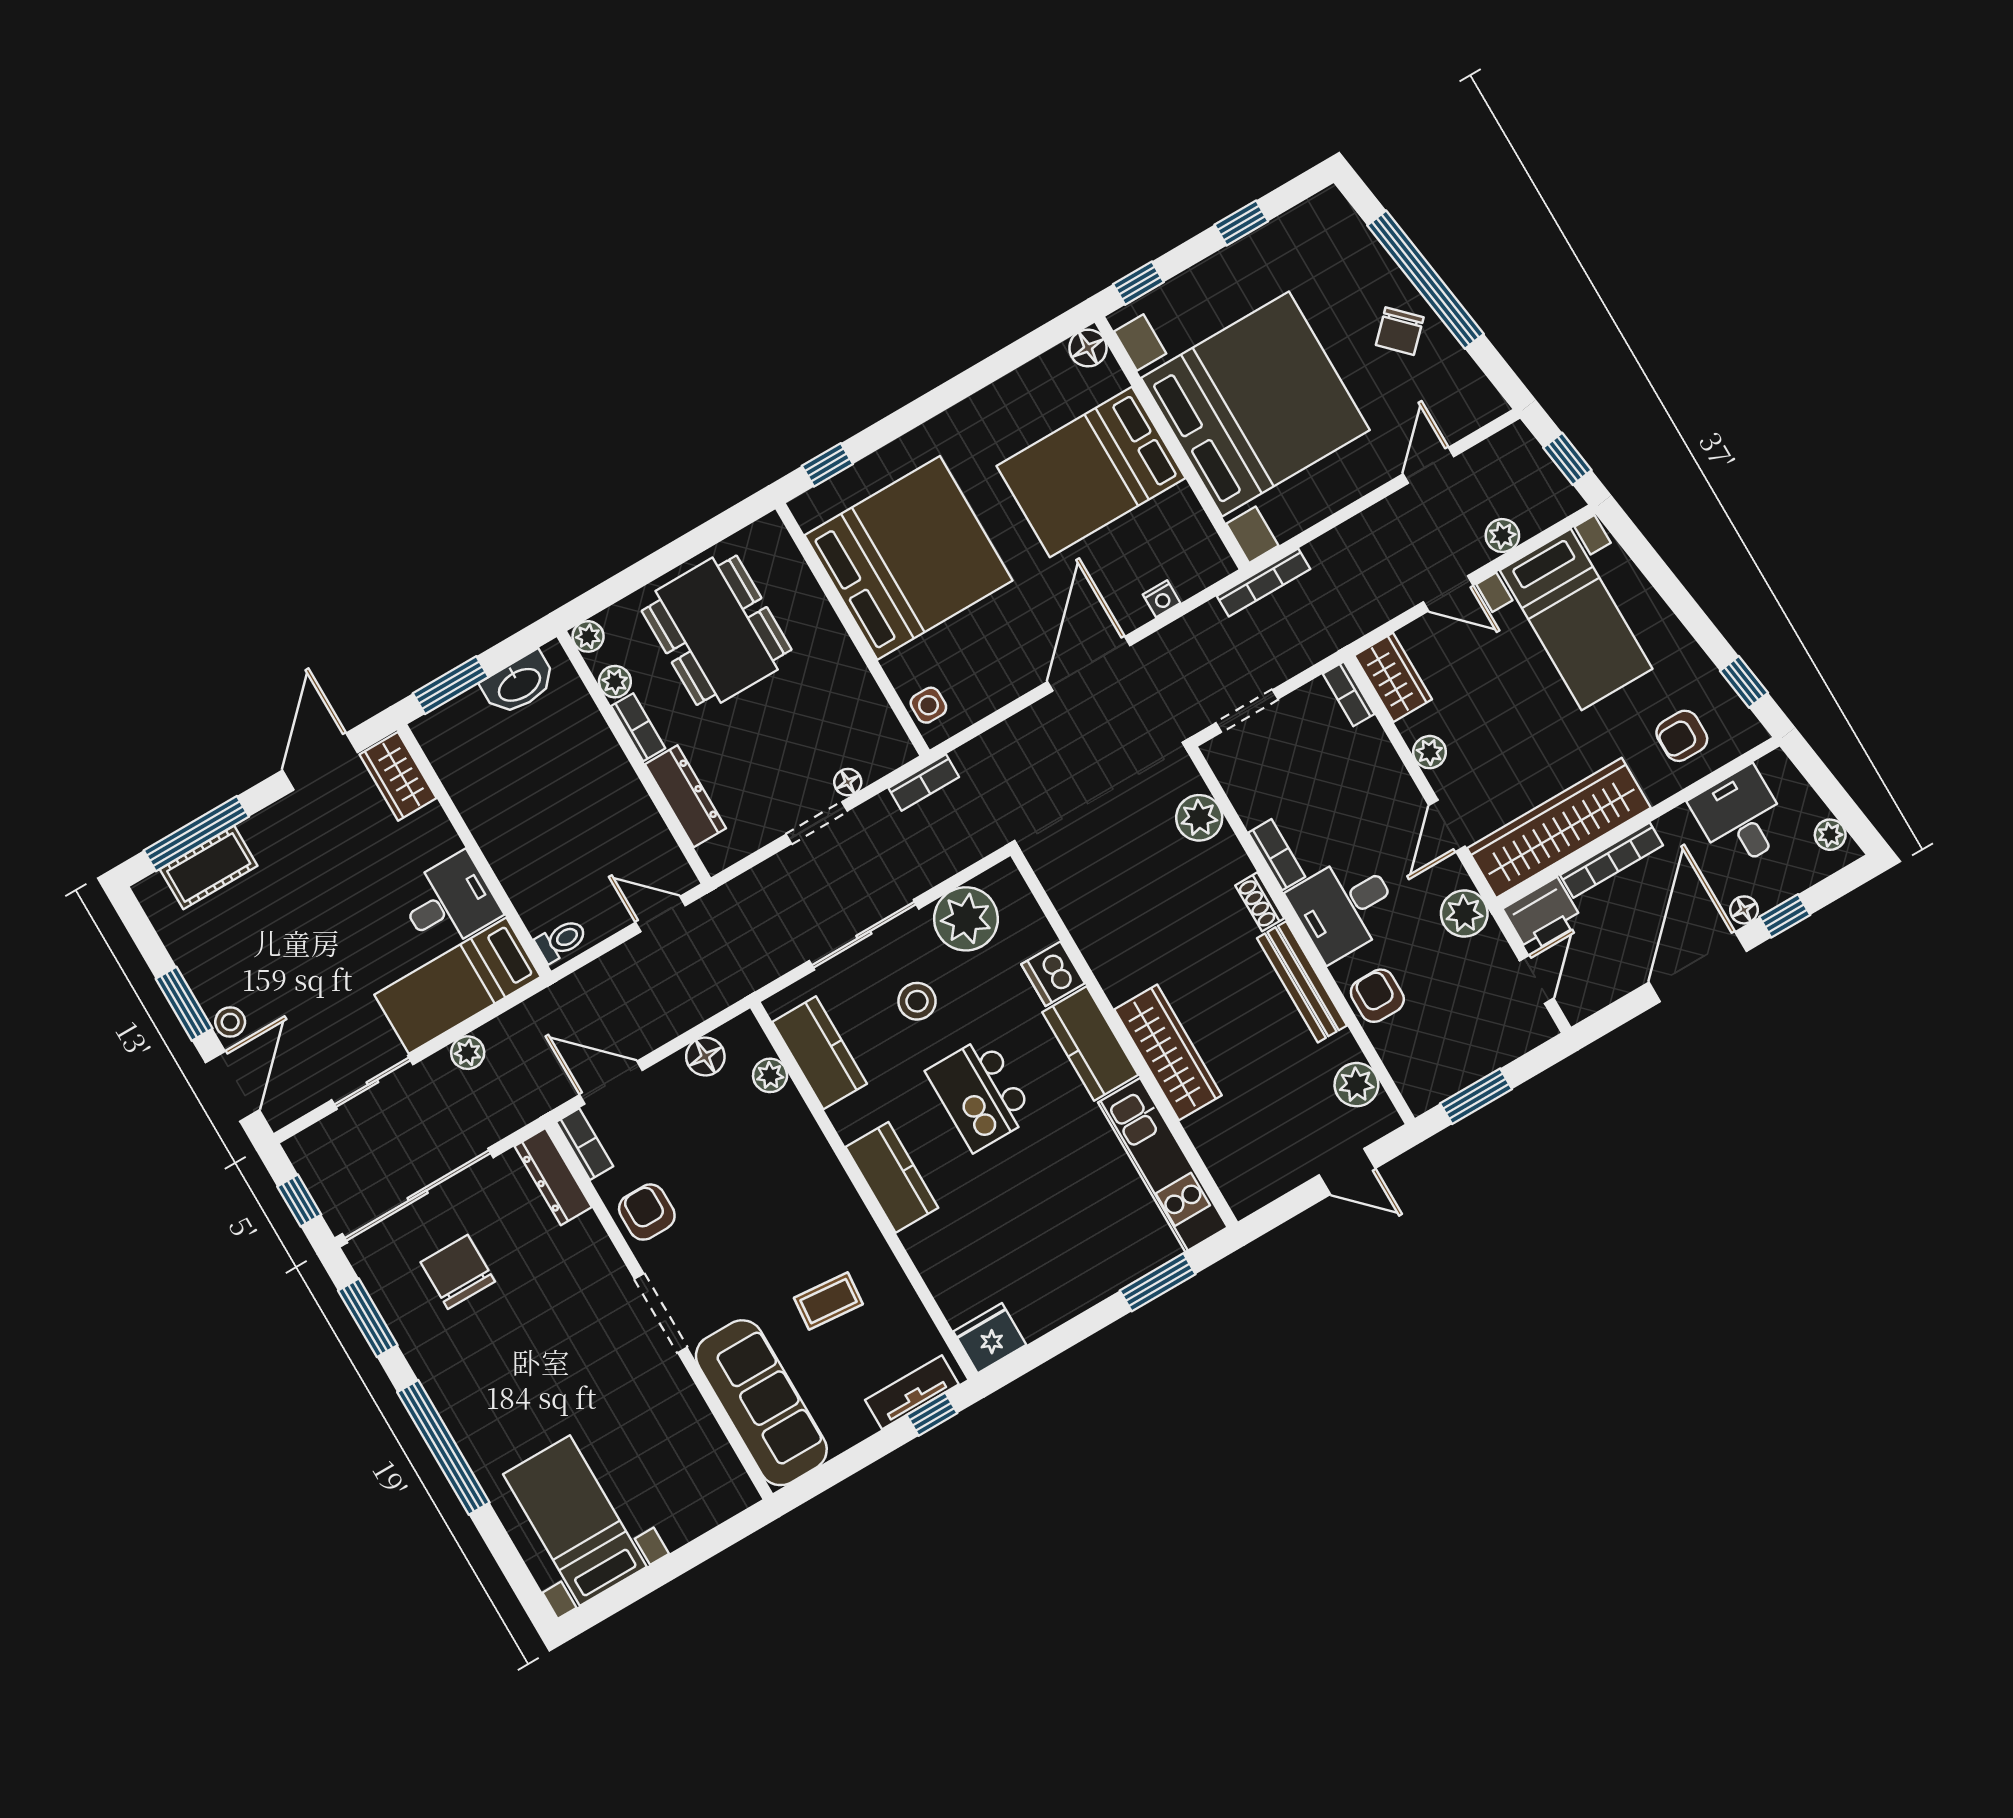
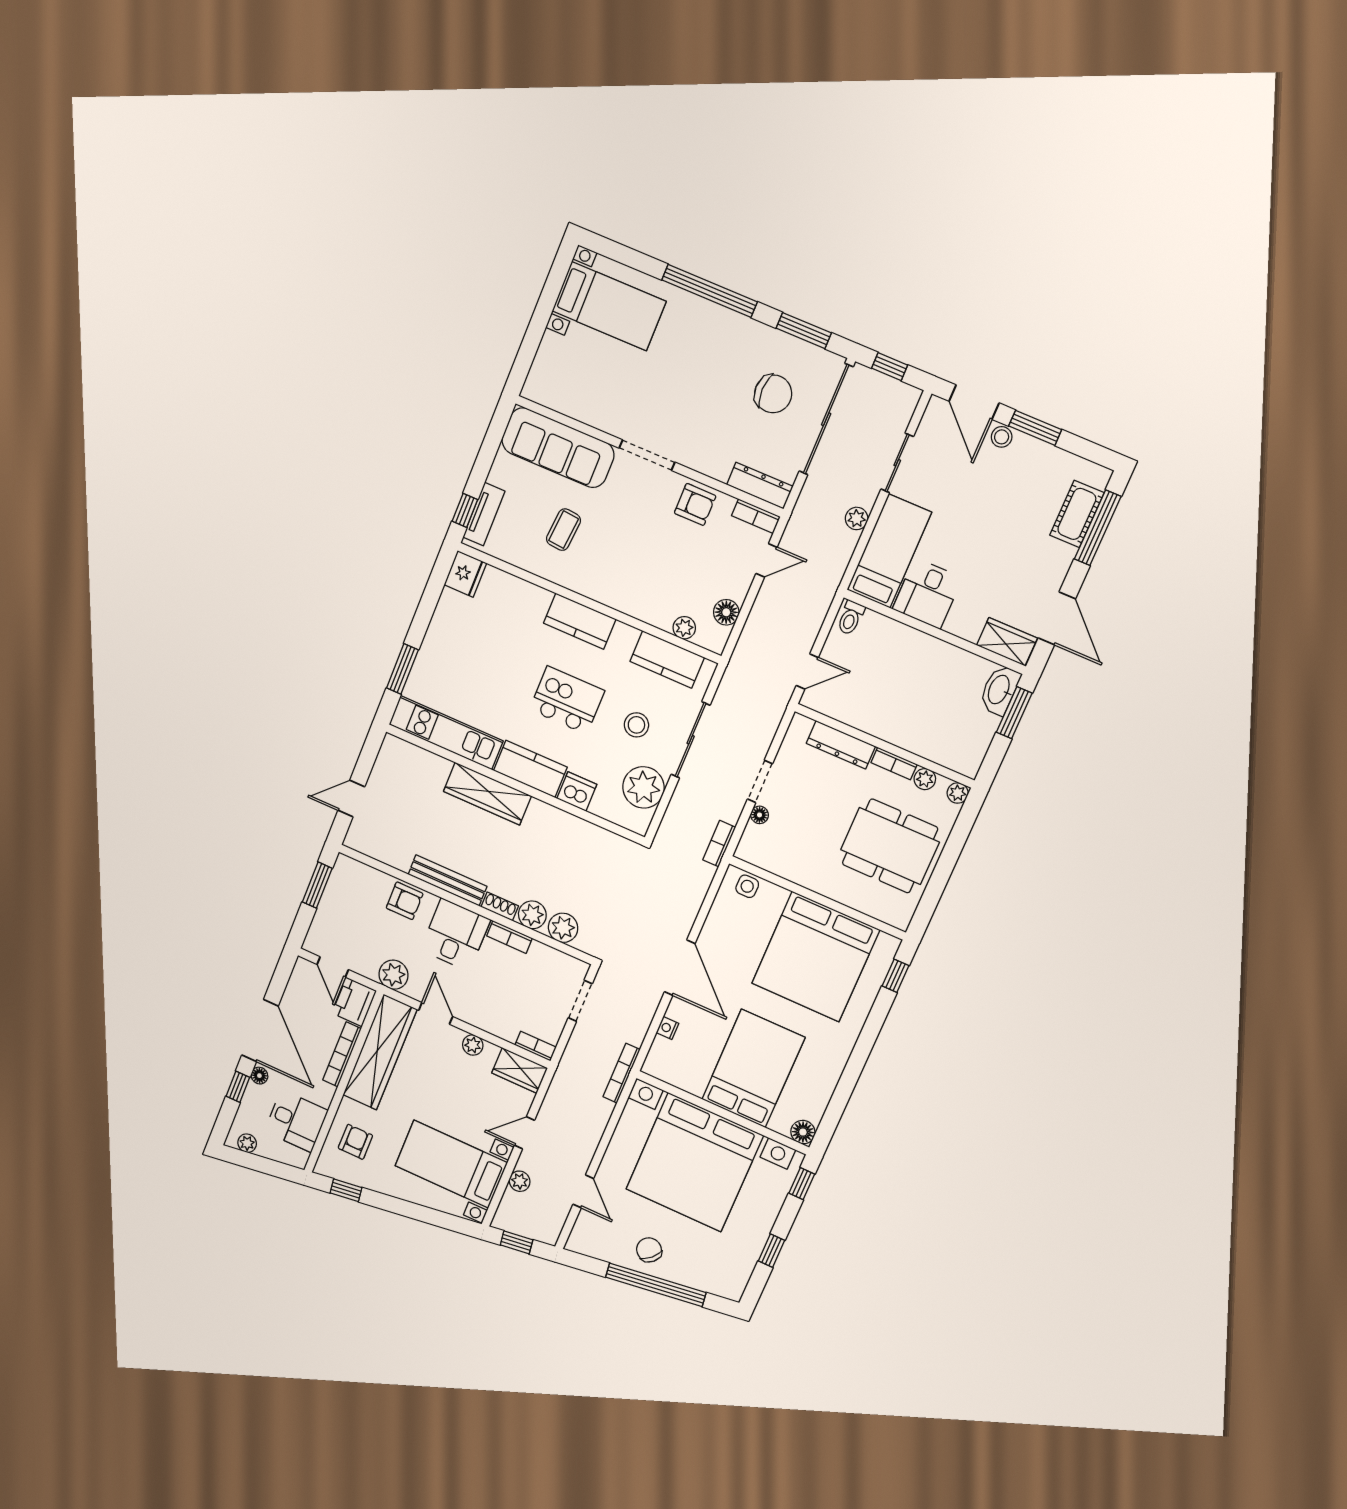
washbasin: (519, 684) -> (1000, 690), moved
door: (611, 1083) -> (766, 560), width x0.73
plant: (1356, 1085) -> (532, 915), moved

